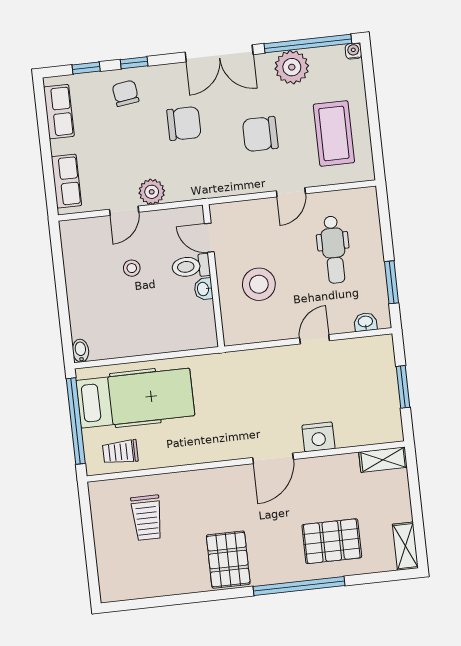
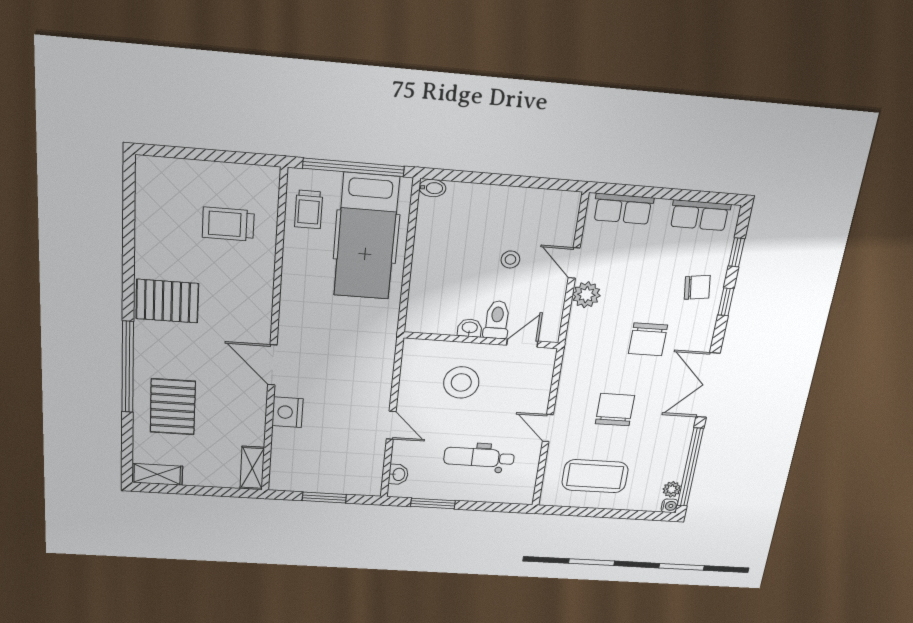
plant: (292, 67) -> (672, 489), moved, width x0.53, depth x0.53
trolley: (120, 452) -> (309, 209), turned 180

